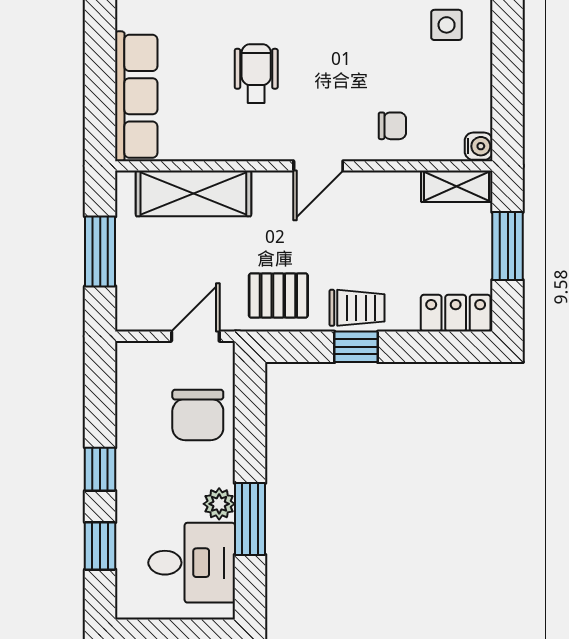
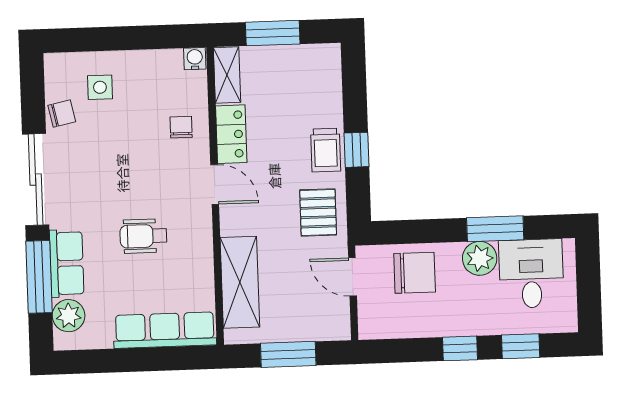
trolley: (357, 308) -> (326, 150), turned 180
locker: (456, 313) -> (231, 134), moved, turned 180
plant: (219, 504) -> (480, 258), width x1.38, depth x1.38

